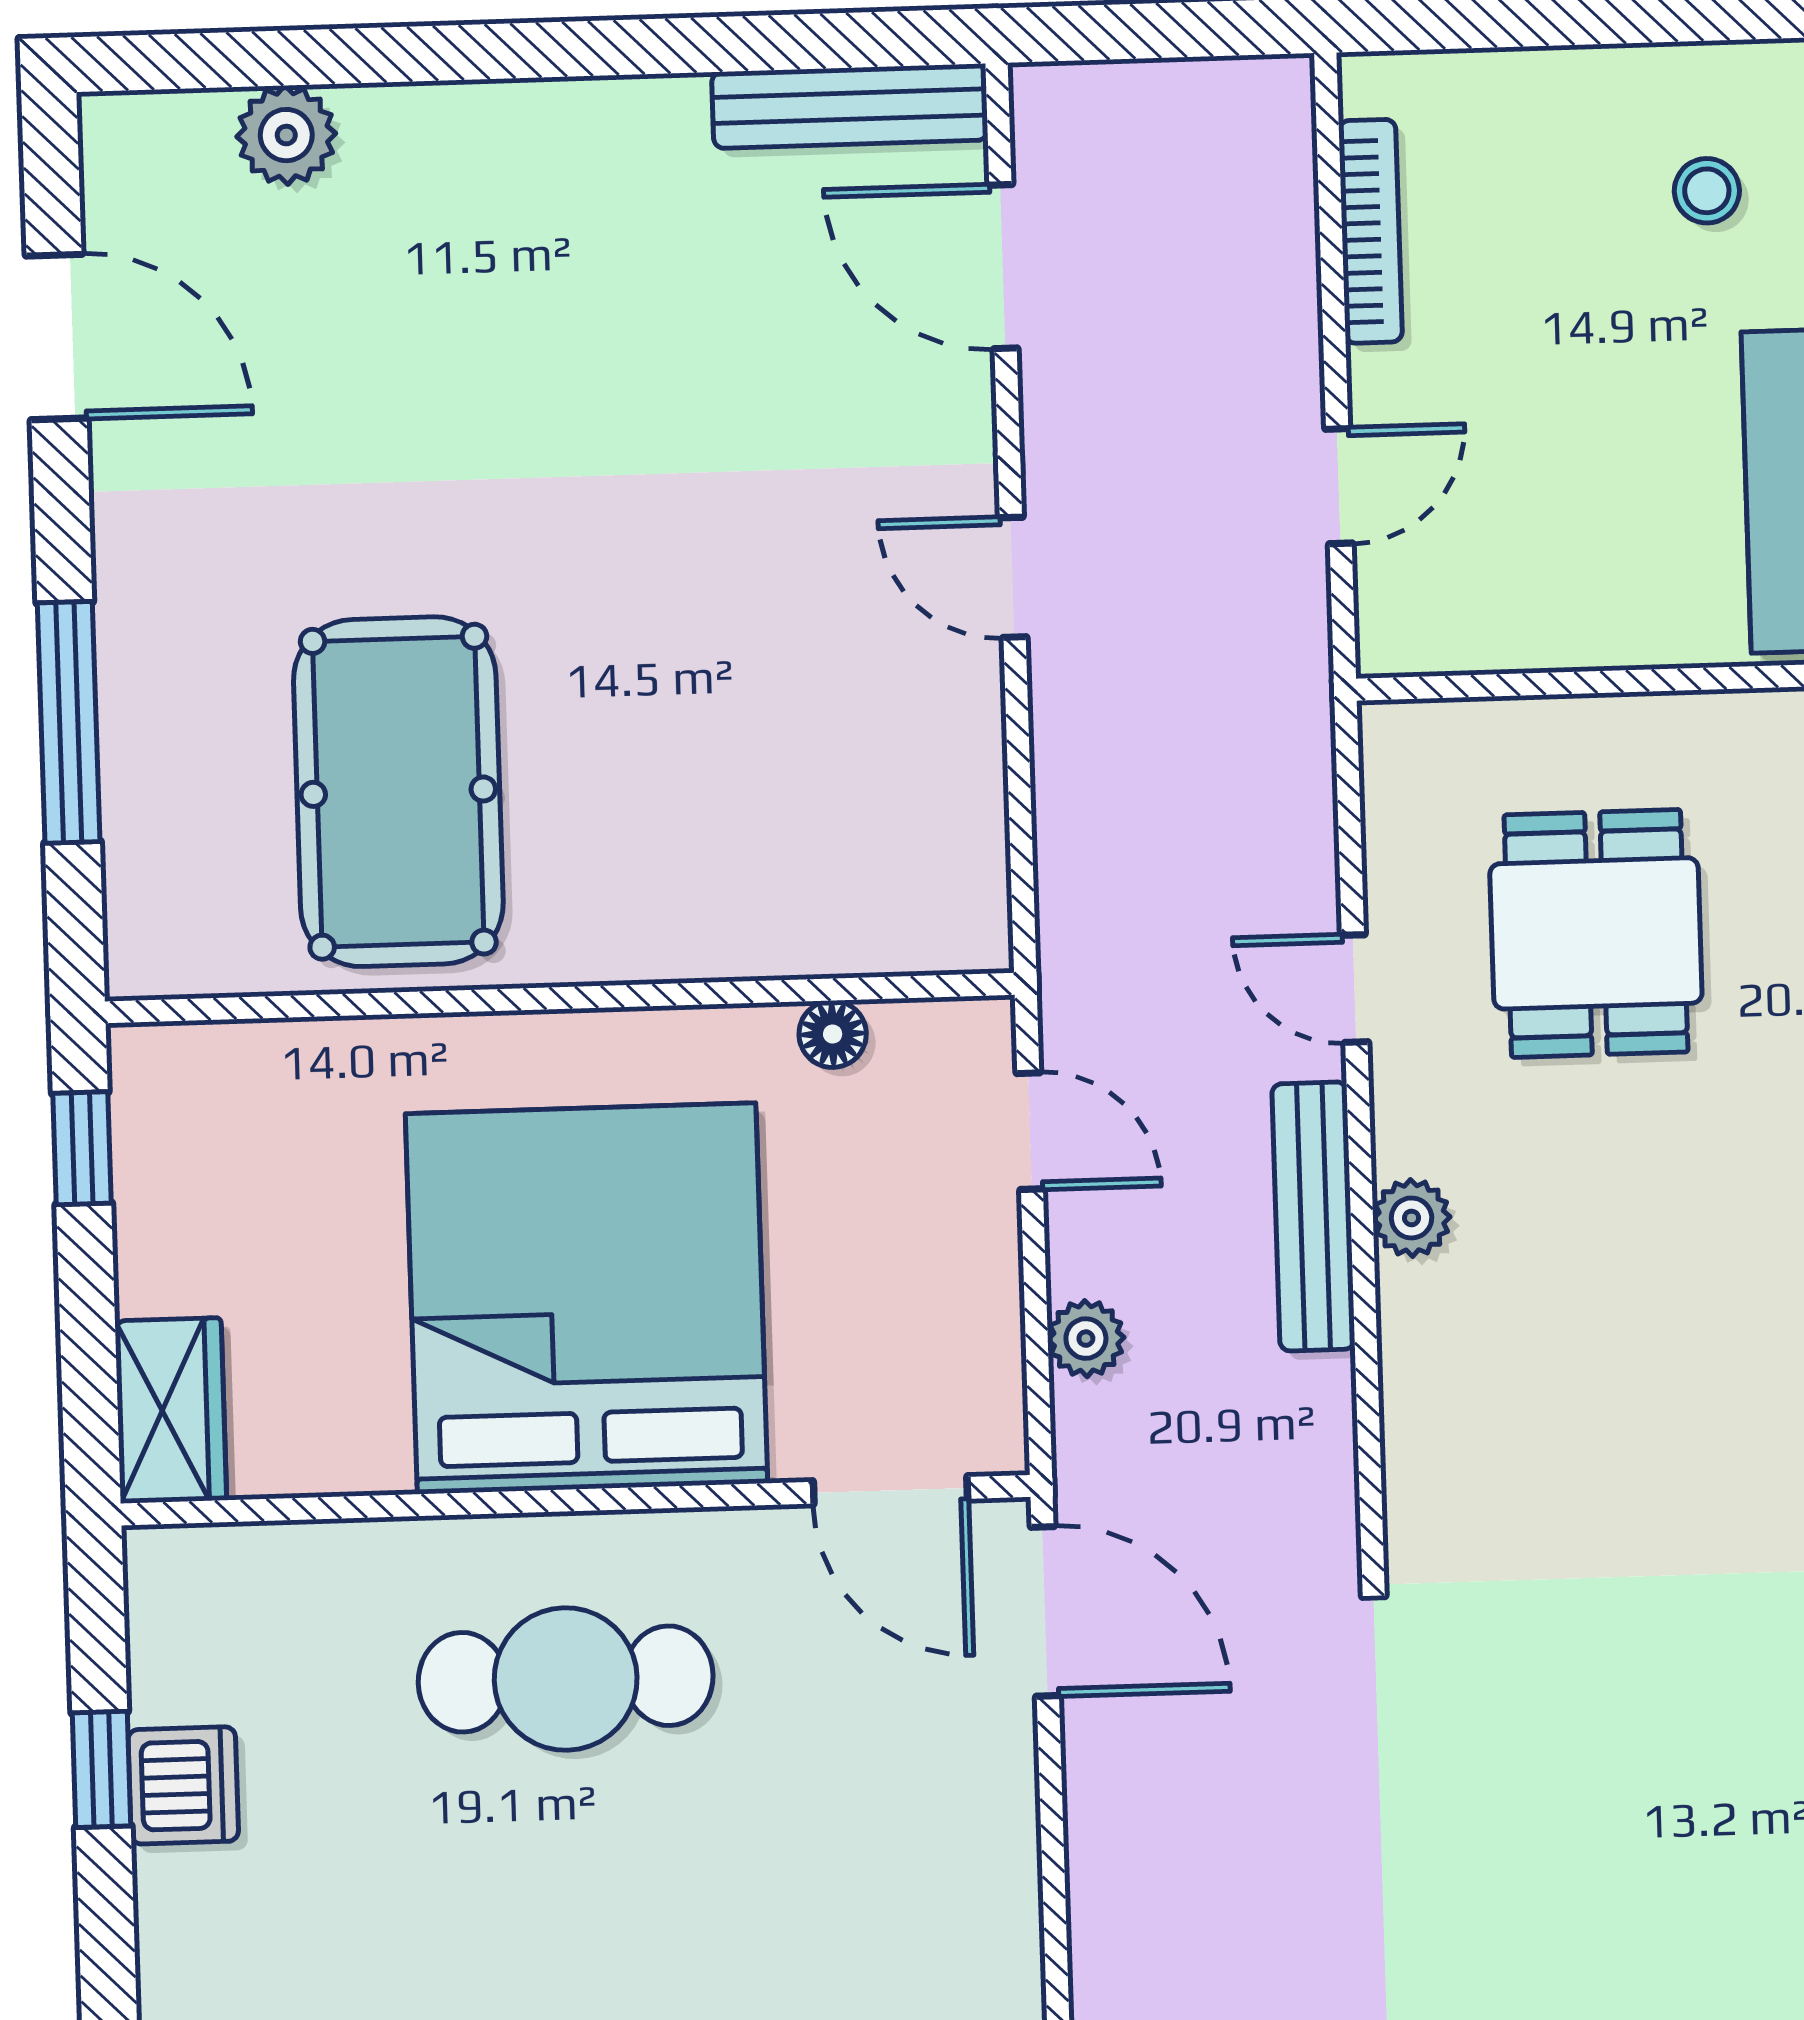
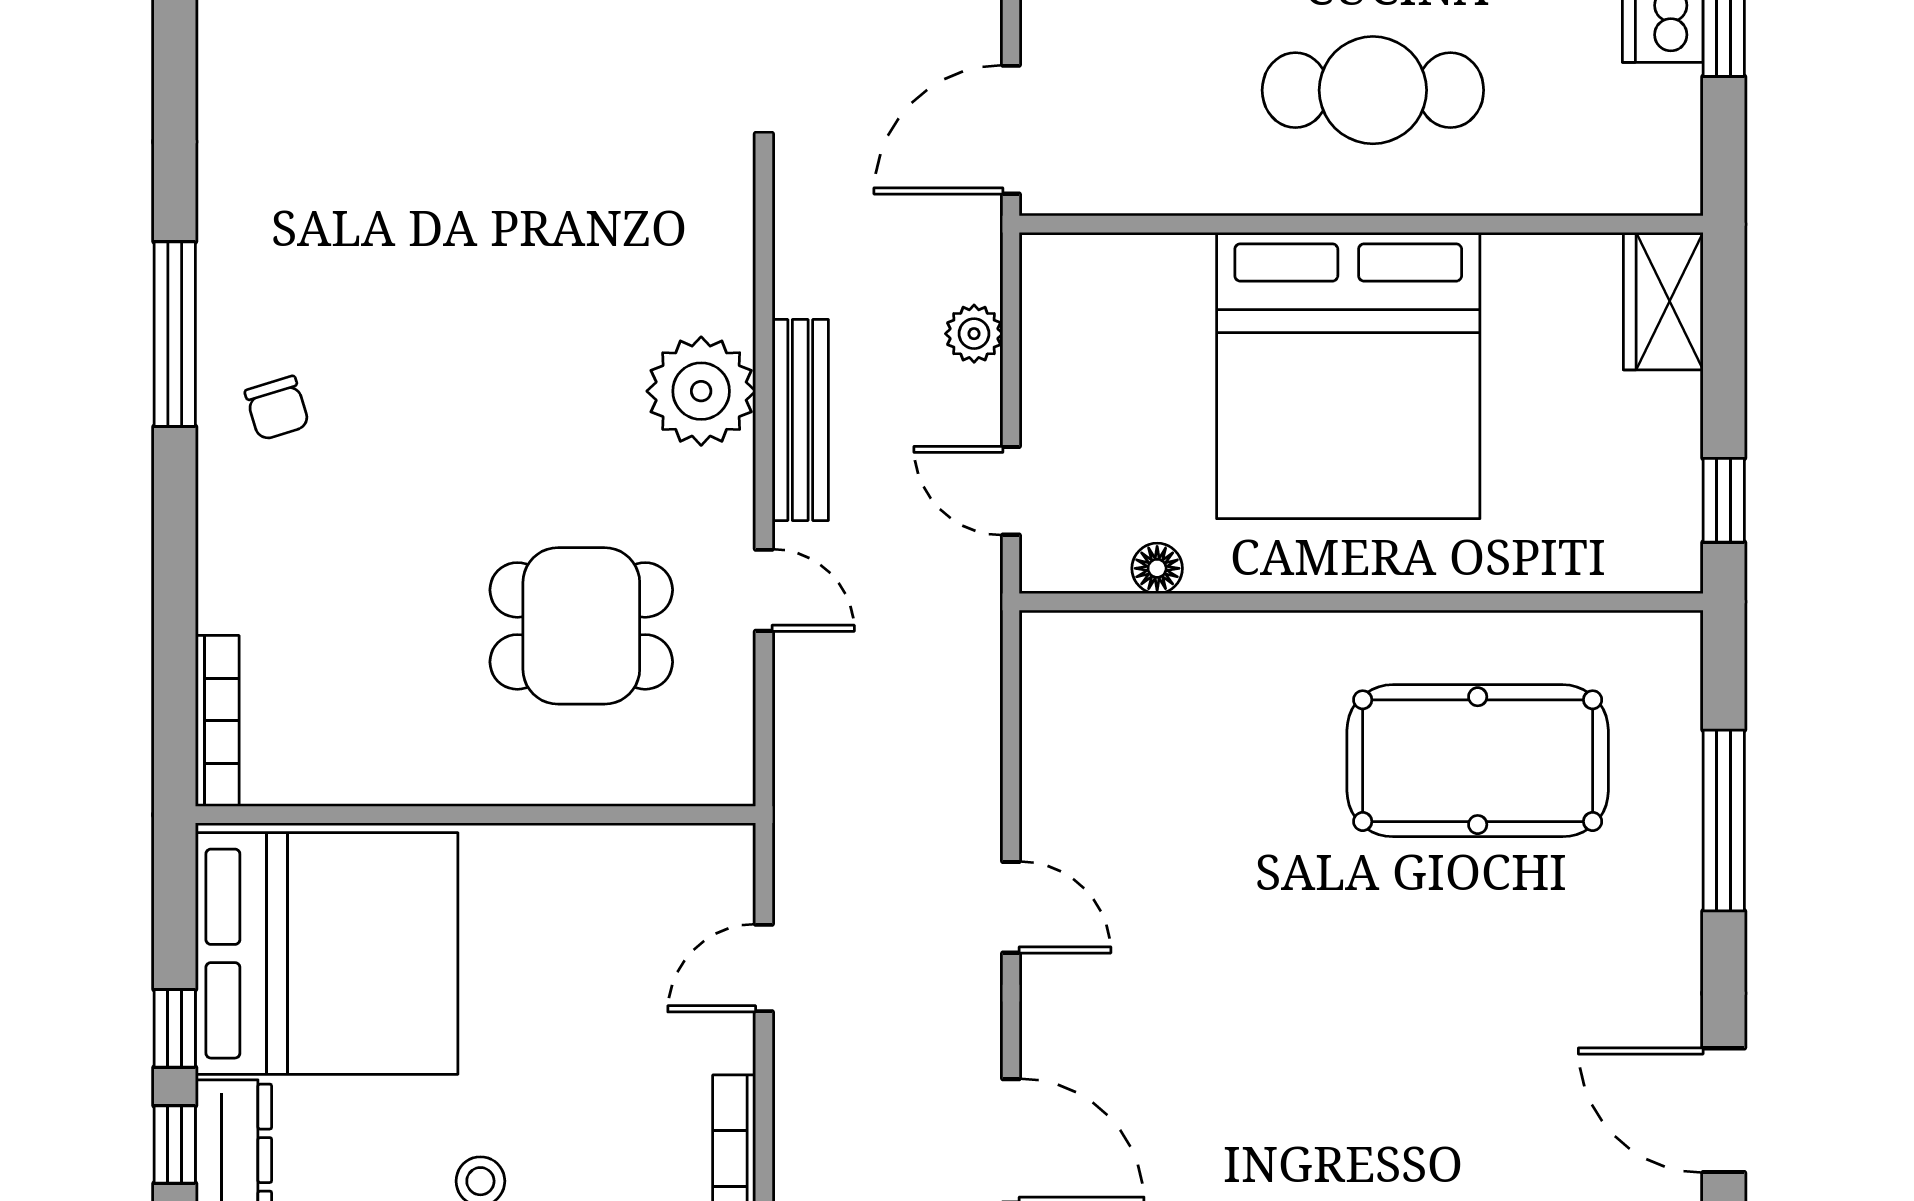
pool table: (398, 792) -> (1478, 761), turned 90
dining table: (1596, 933) -> (581, 626), turned 90
plant: (1412, 1218) -> (701, 391), width x1.88, depth x1.88
door: (890, 1490) -> (1124, 224), removed
door: (1045, 1611) -> (1011, 130), hinge flipped

